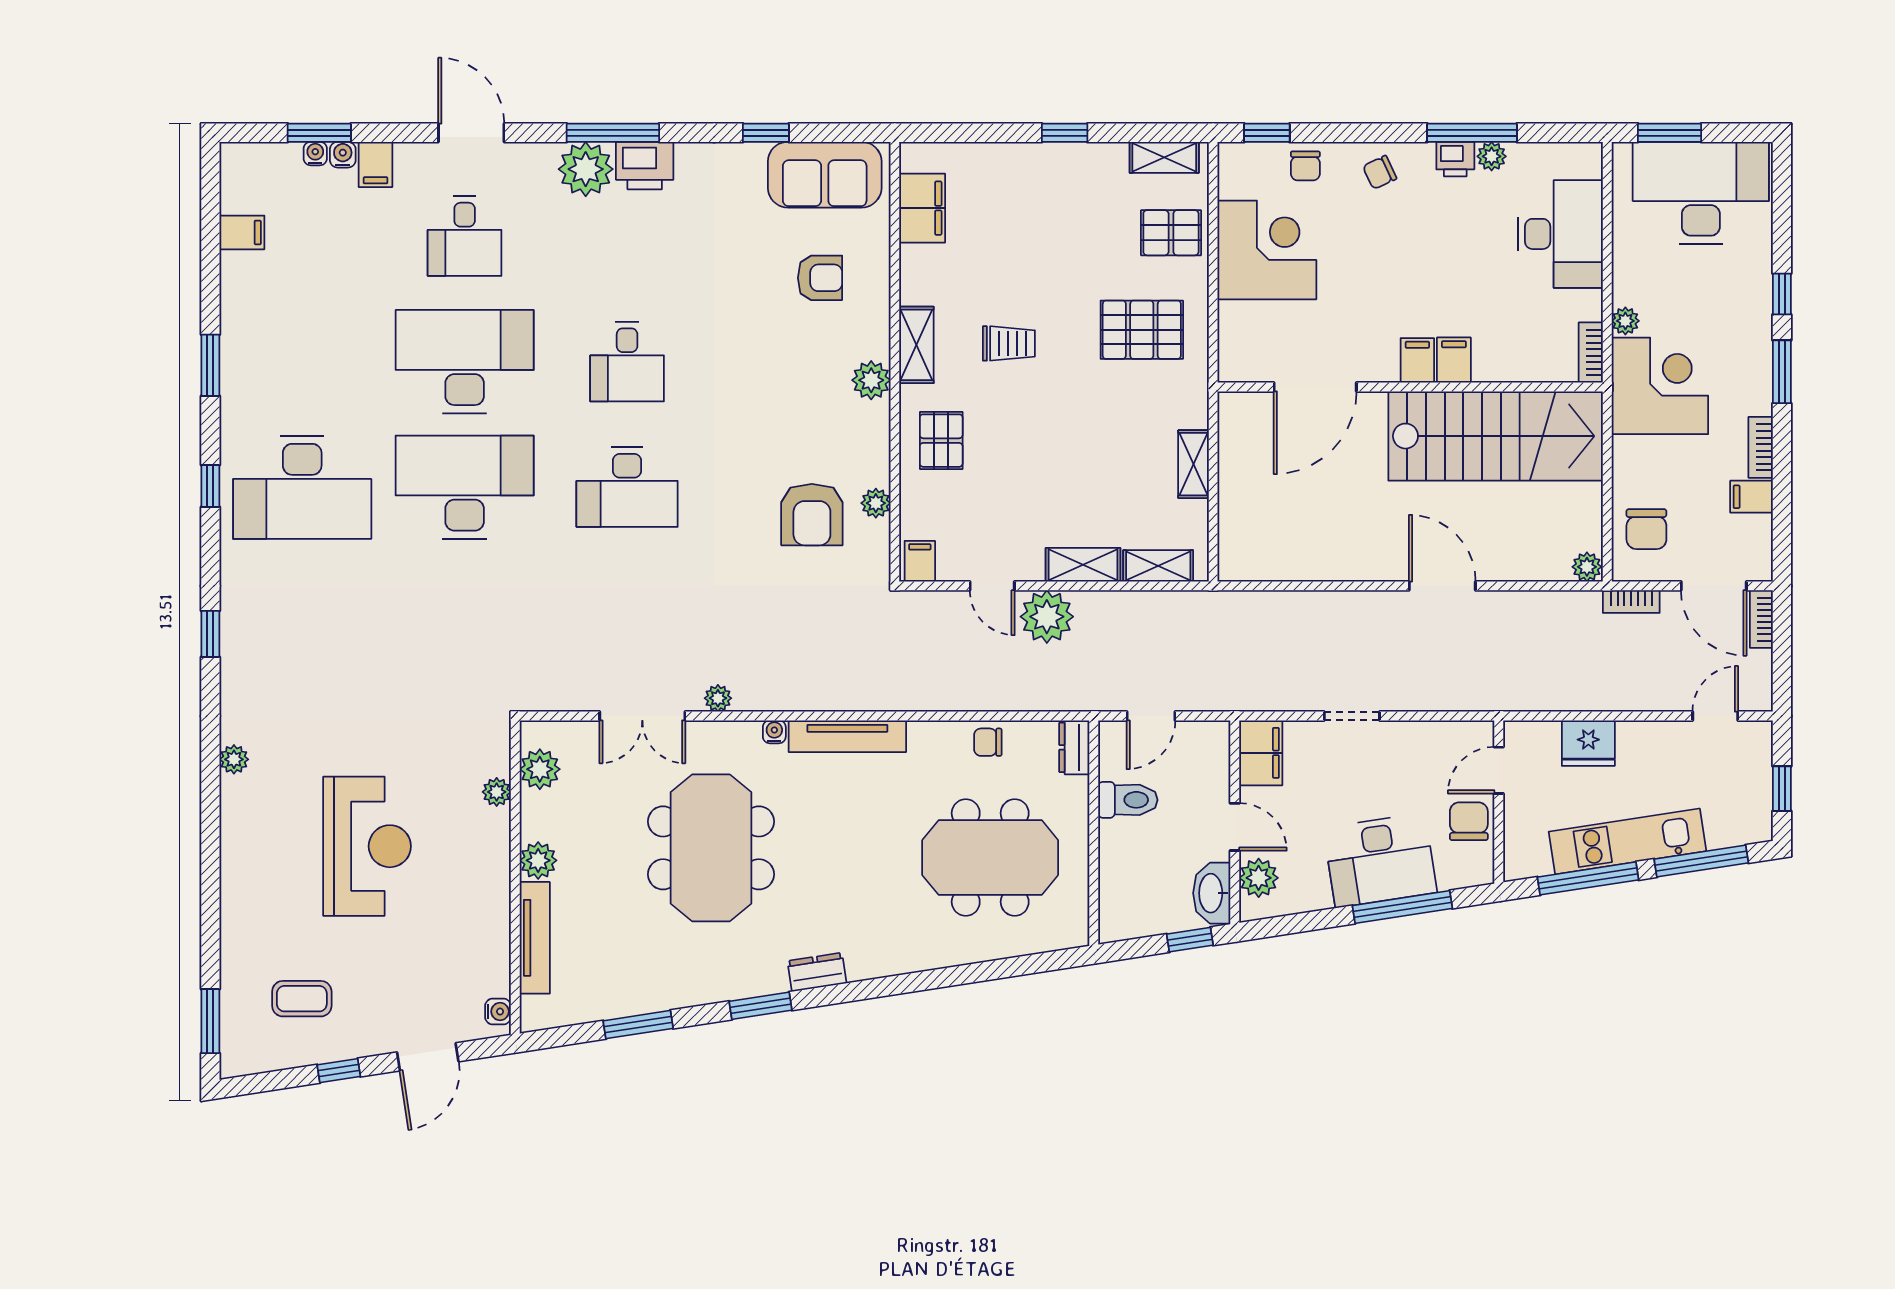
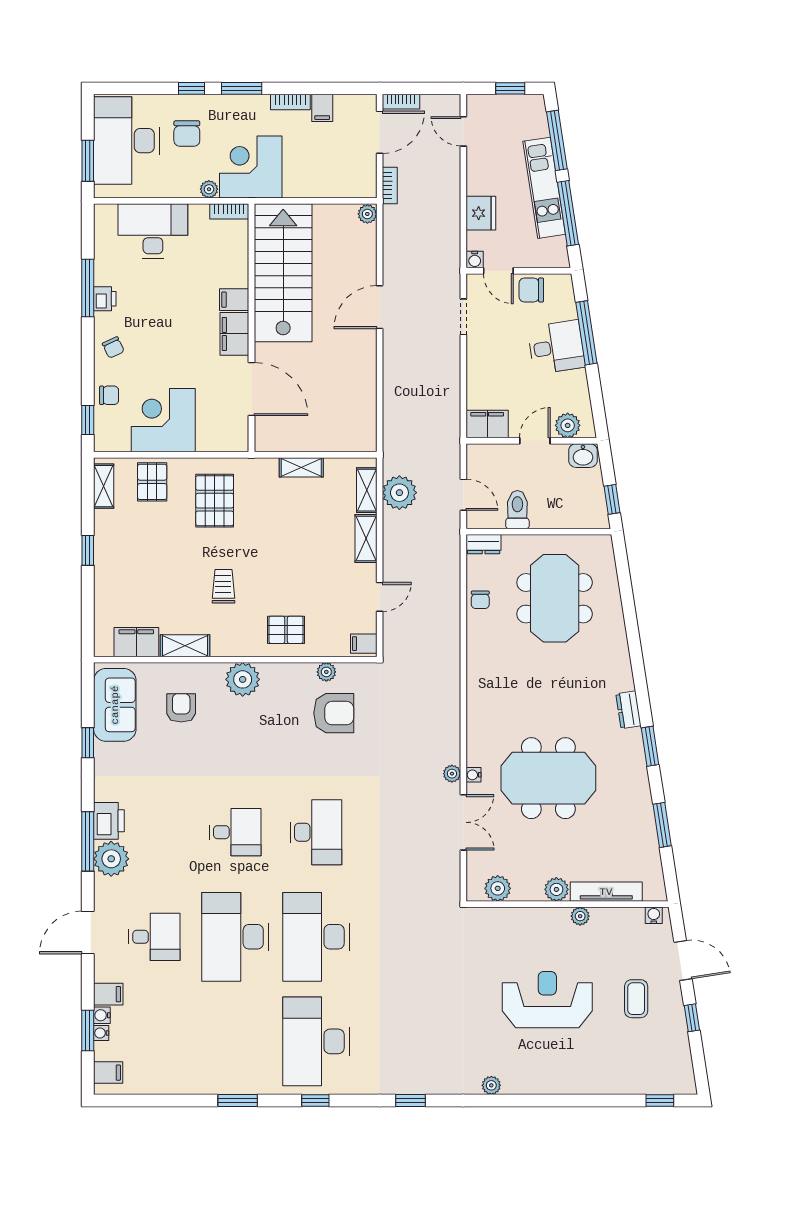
plant: (1492, 156) -> (103, 275), removed
filing cabinet: (242, 232) -> (108, 1073), moved, turned 90
shelving: (916, 345) -> (185, 646), moved
filing cabinet: (1417, 360) -> (234, 334), width x2.00
plant: (871, 380) -> (243, 679), width x1.36, depth x1.36
desk: (302, 487) -> (316, 1041), turned 180
chair: (1646, 529) -> (187, 134), moved, turned 90
plant: (1047, 617) -> (399, 493), moved
doorway: (1352, 716) -> (463, 317), moved
water cooler: (774, 732) -> (474, 775), moved
water cooler: (1516, 733) -> (475, 260), added
tv unit: (847, 736) -> (476, 690), removed
plant: (497, 792) -> (580, 916), moved
desk: (1380, 860) -> (556, 347), width x0.73
washbasin: (1212, 893) -> (583, 456), width x0.72
window: (1190, 940) -> (612, 499), moved
coffee table: (302, 999) -> (636, 999), moved
window: (210, 1021) -> (660, 1100), width x0.67

